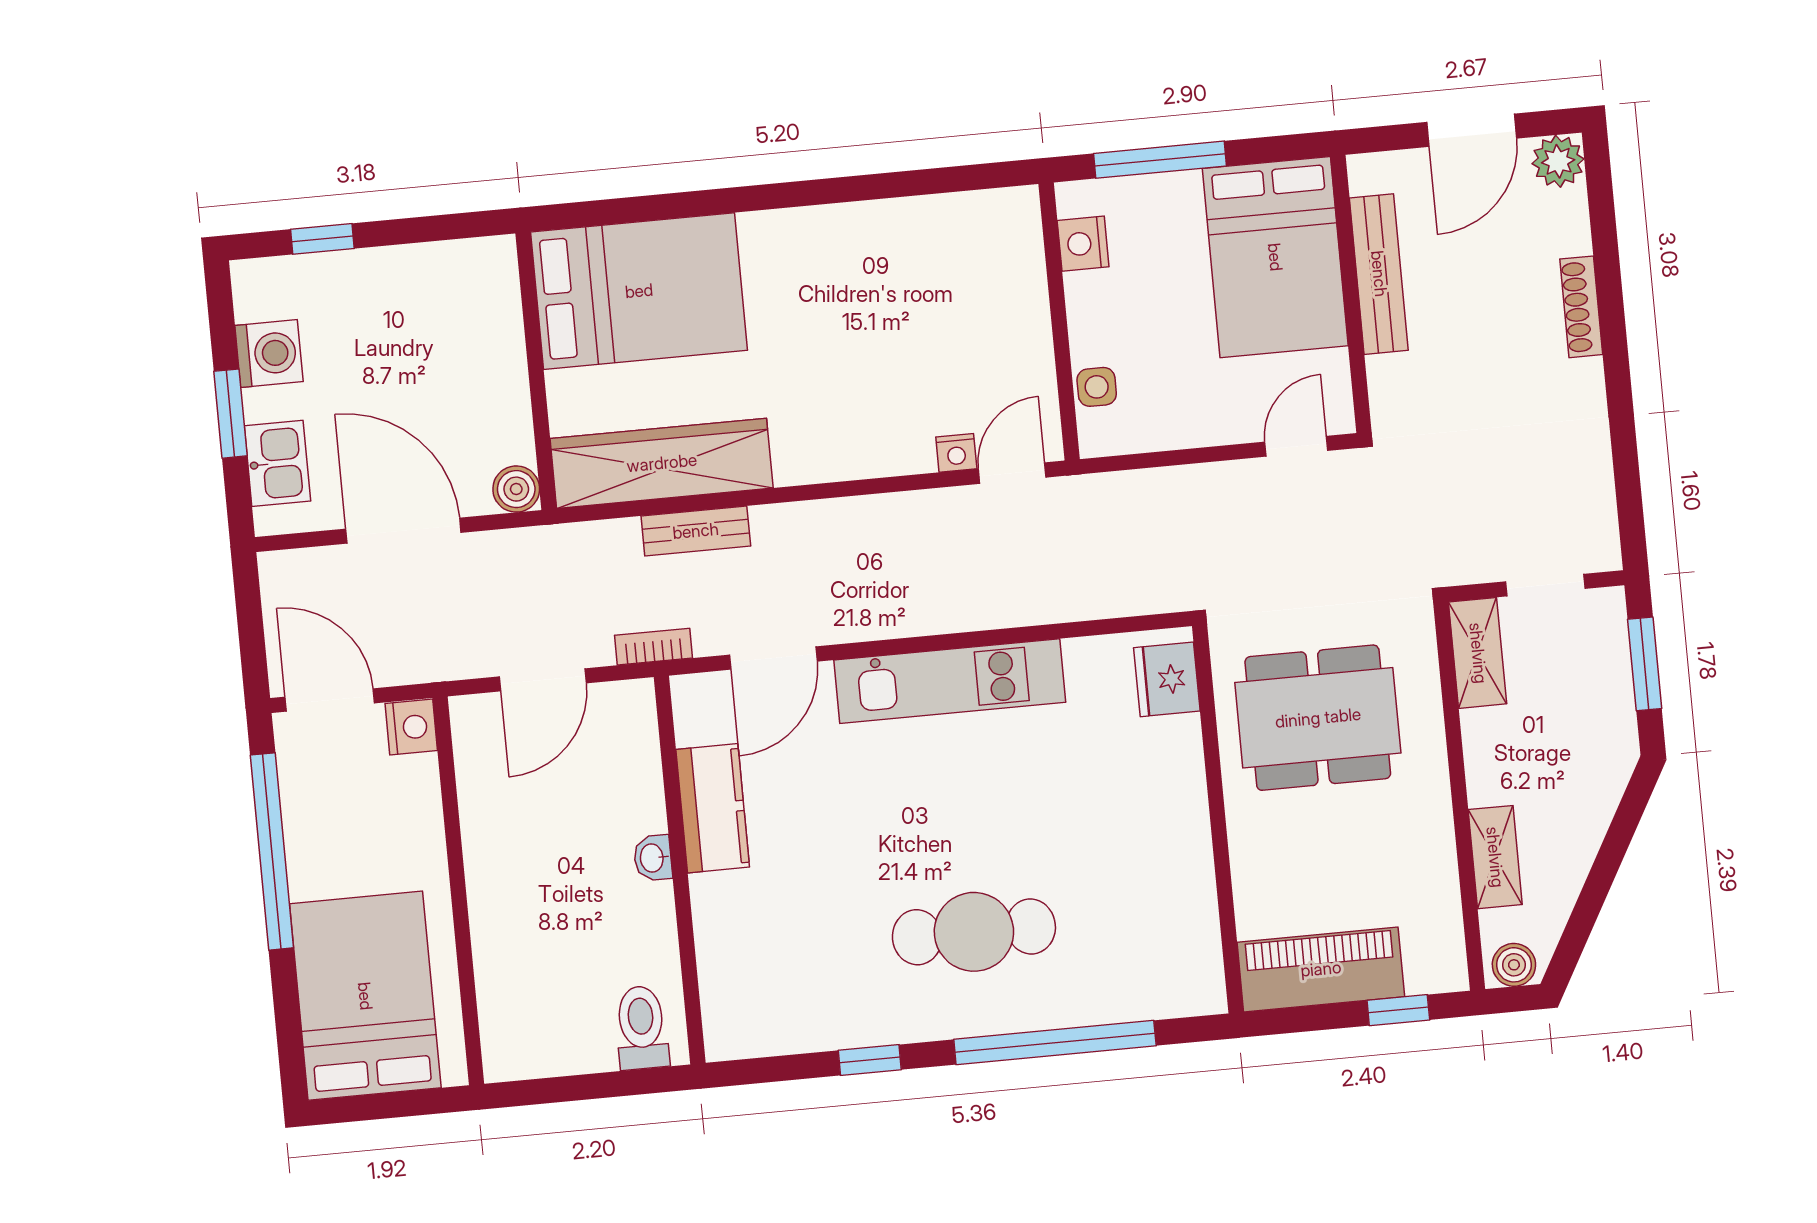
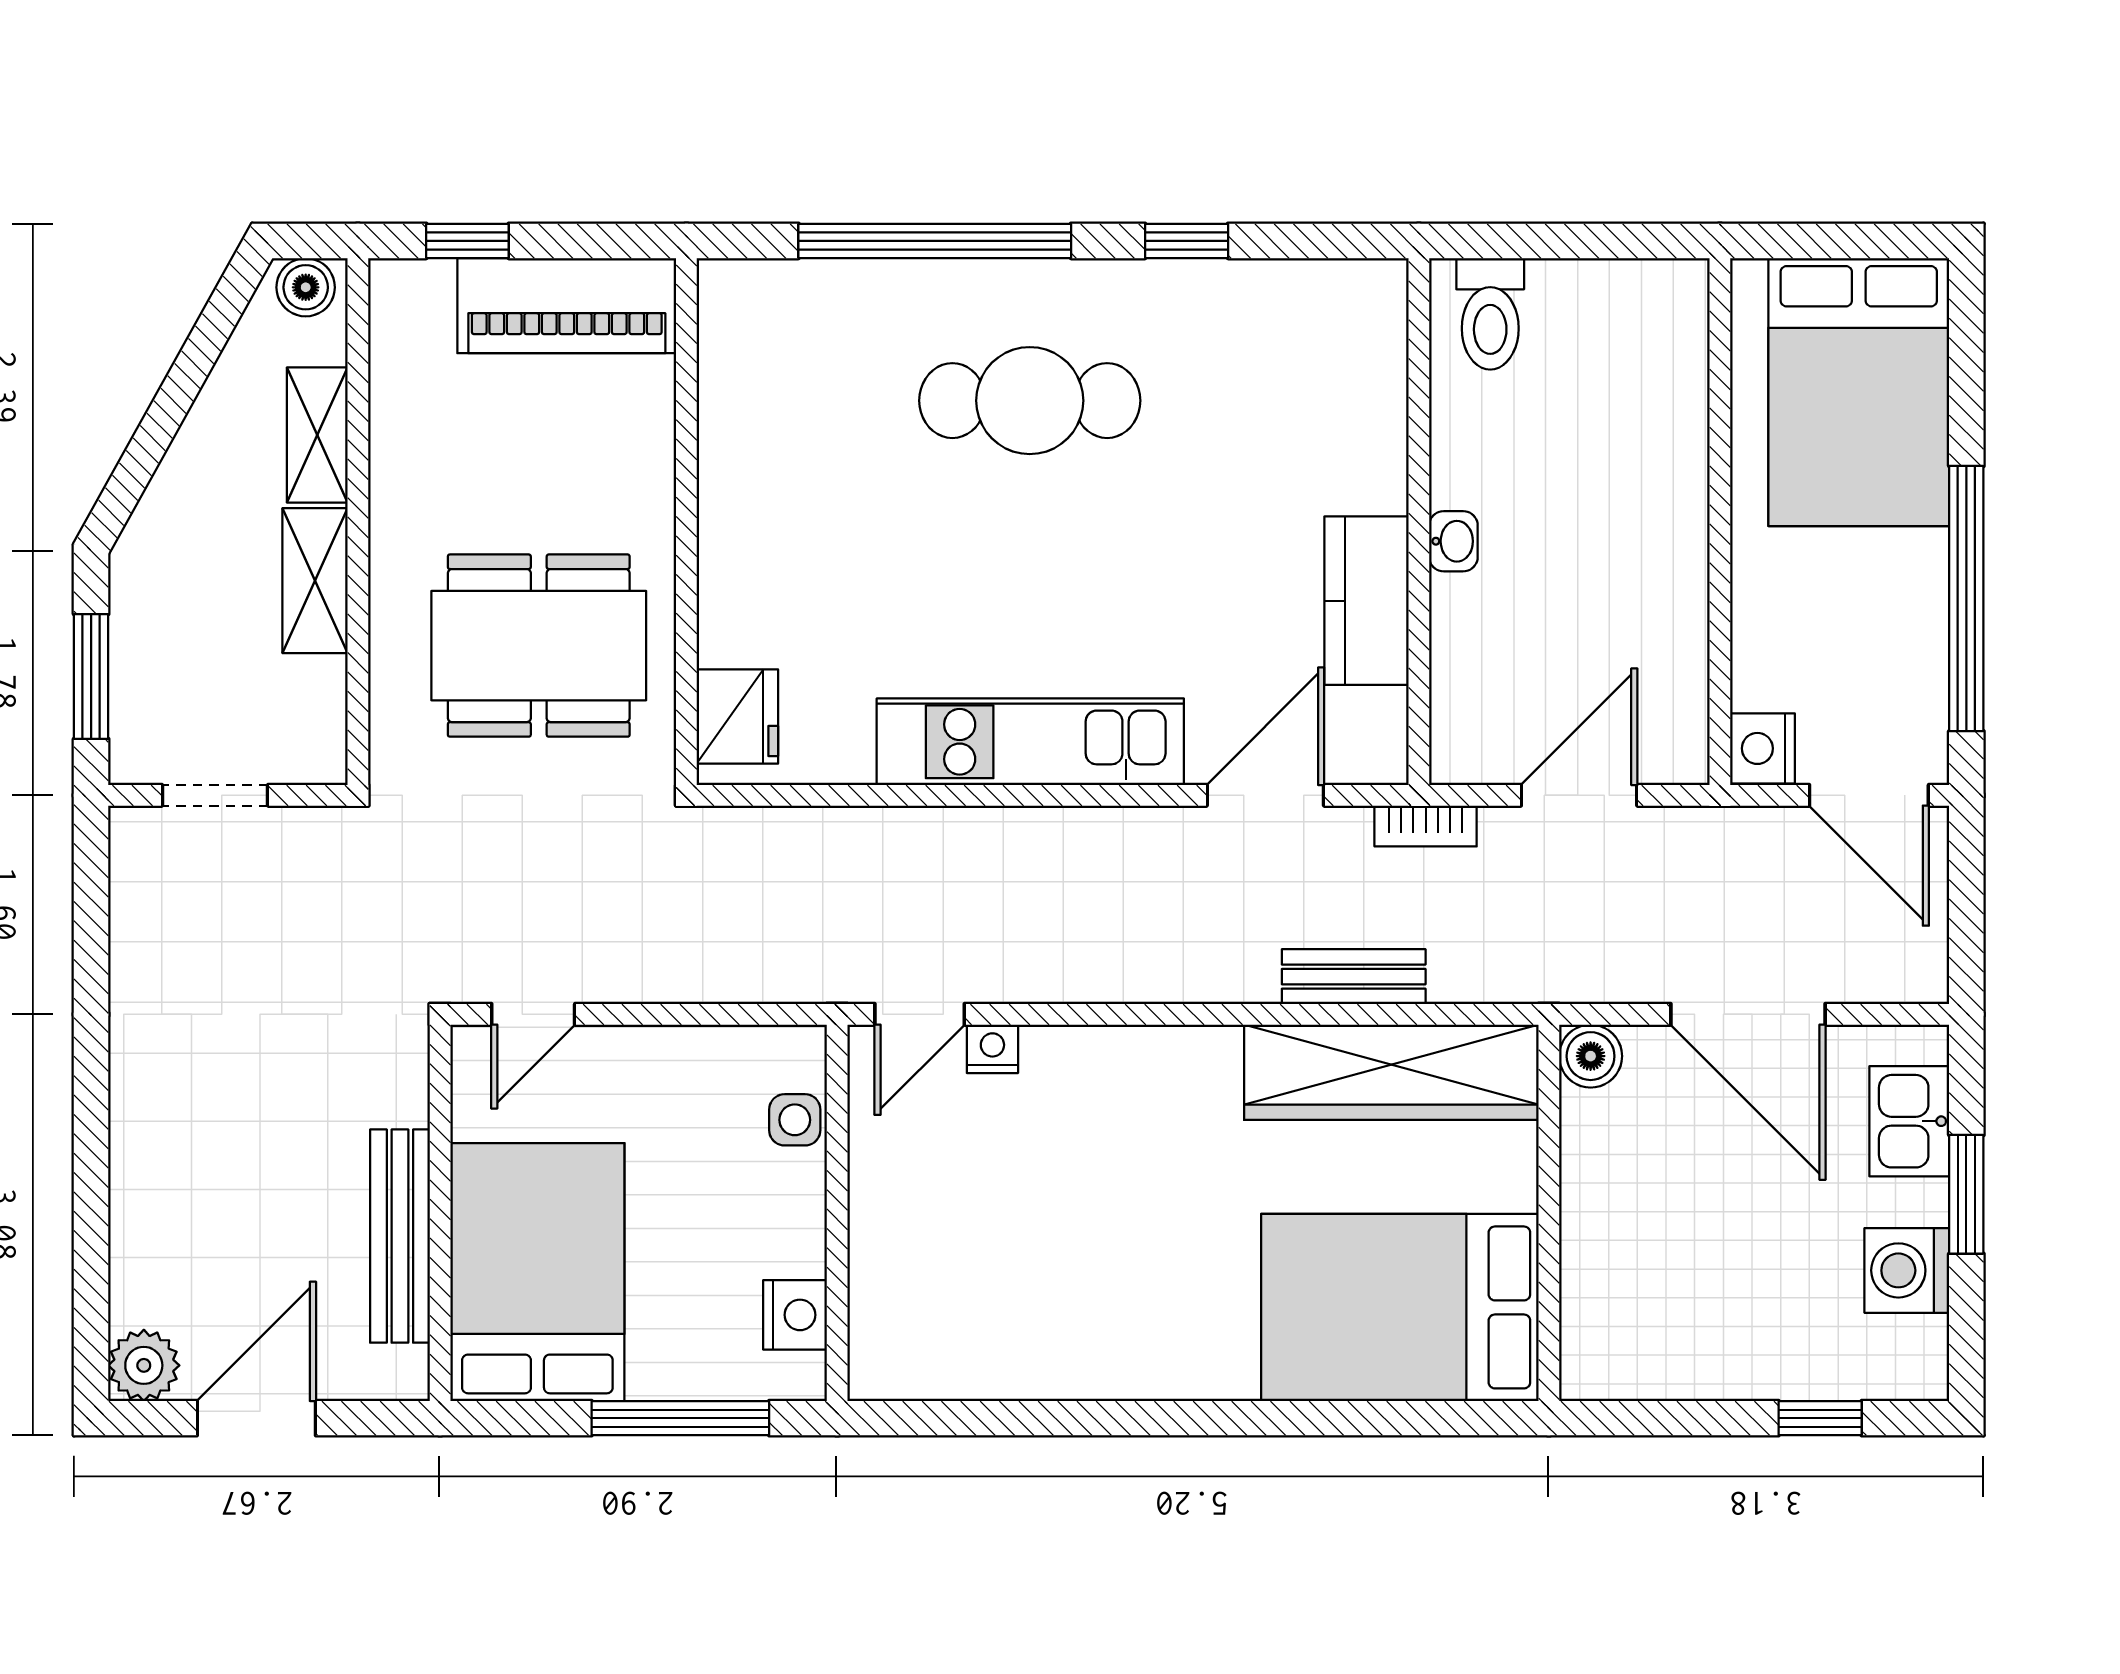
shoe rack: (1581, 307) -> (131, 1166), removed
shelving: (1478, 653) -> (315, 581), moved

